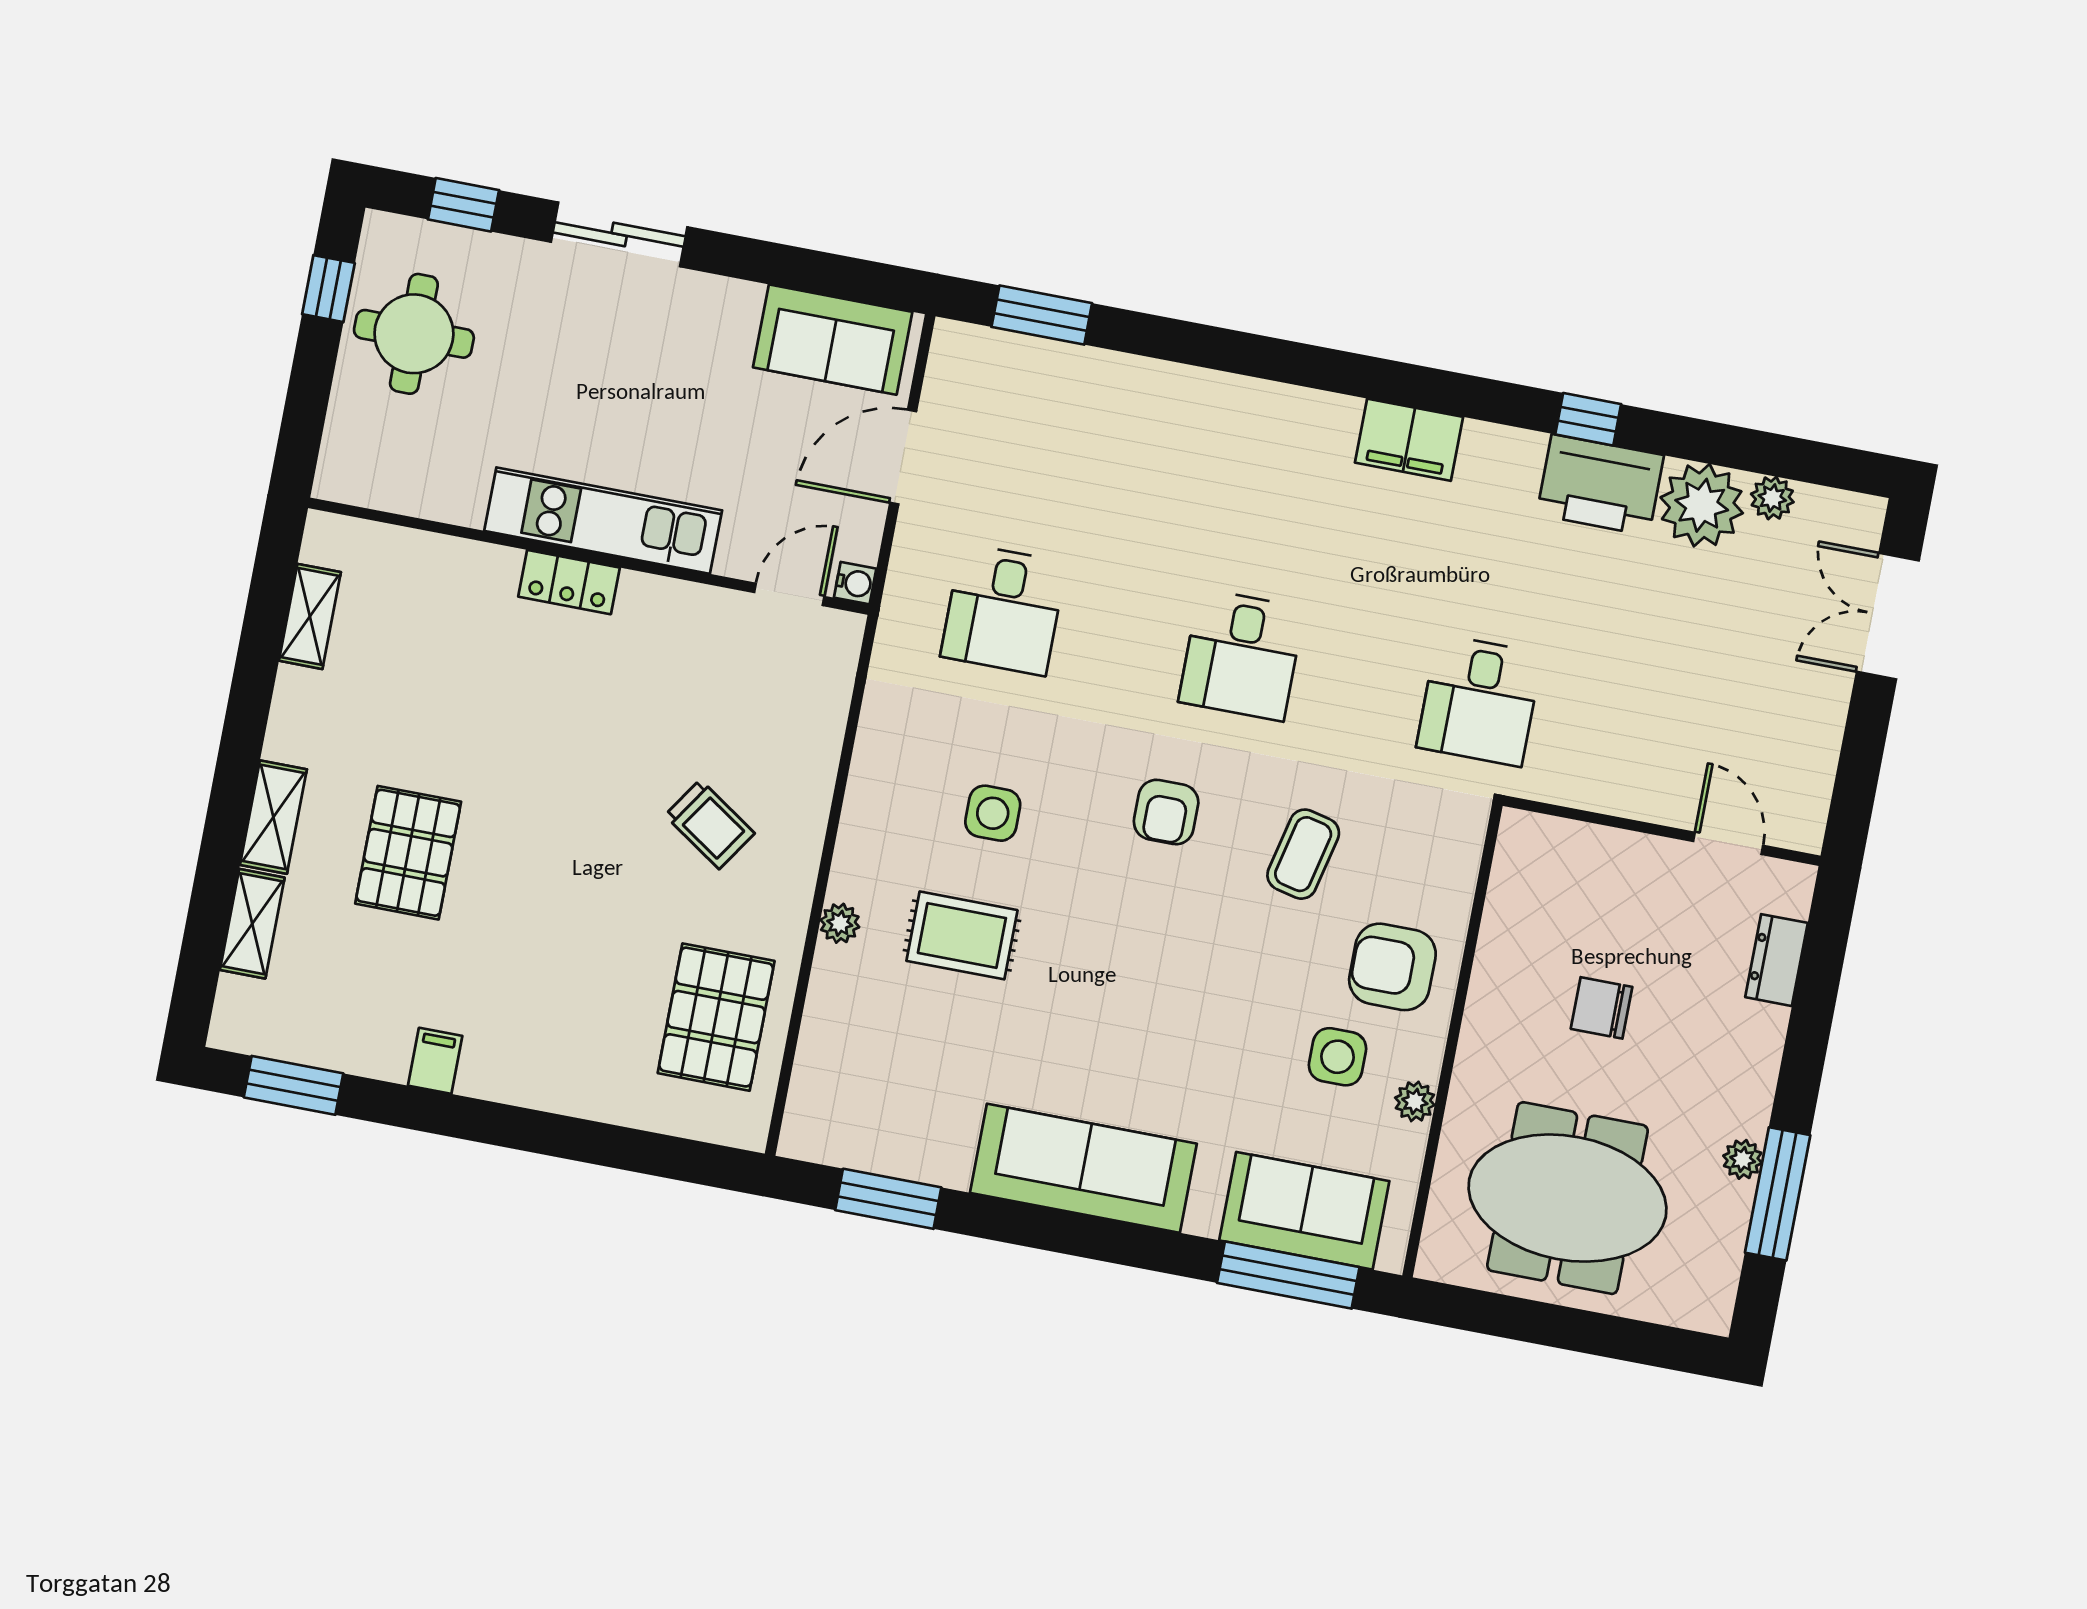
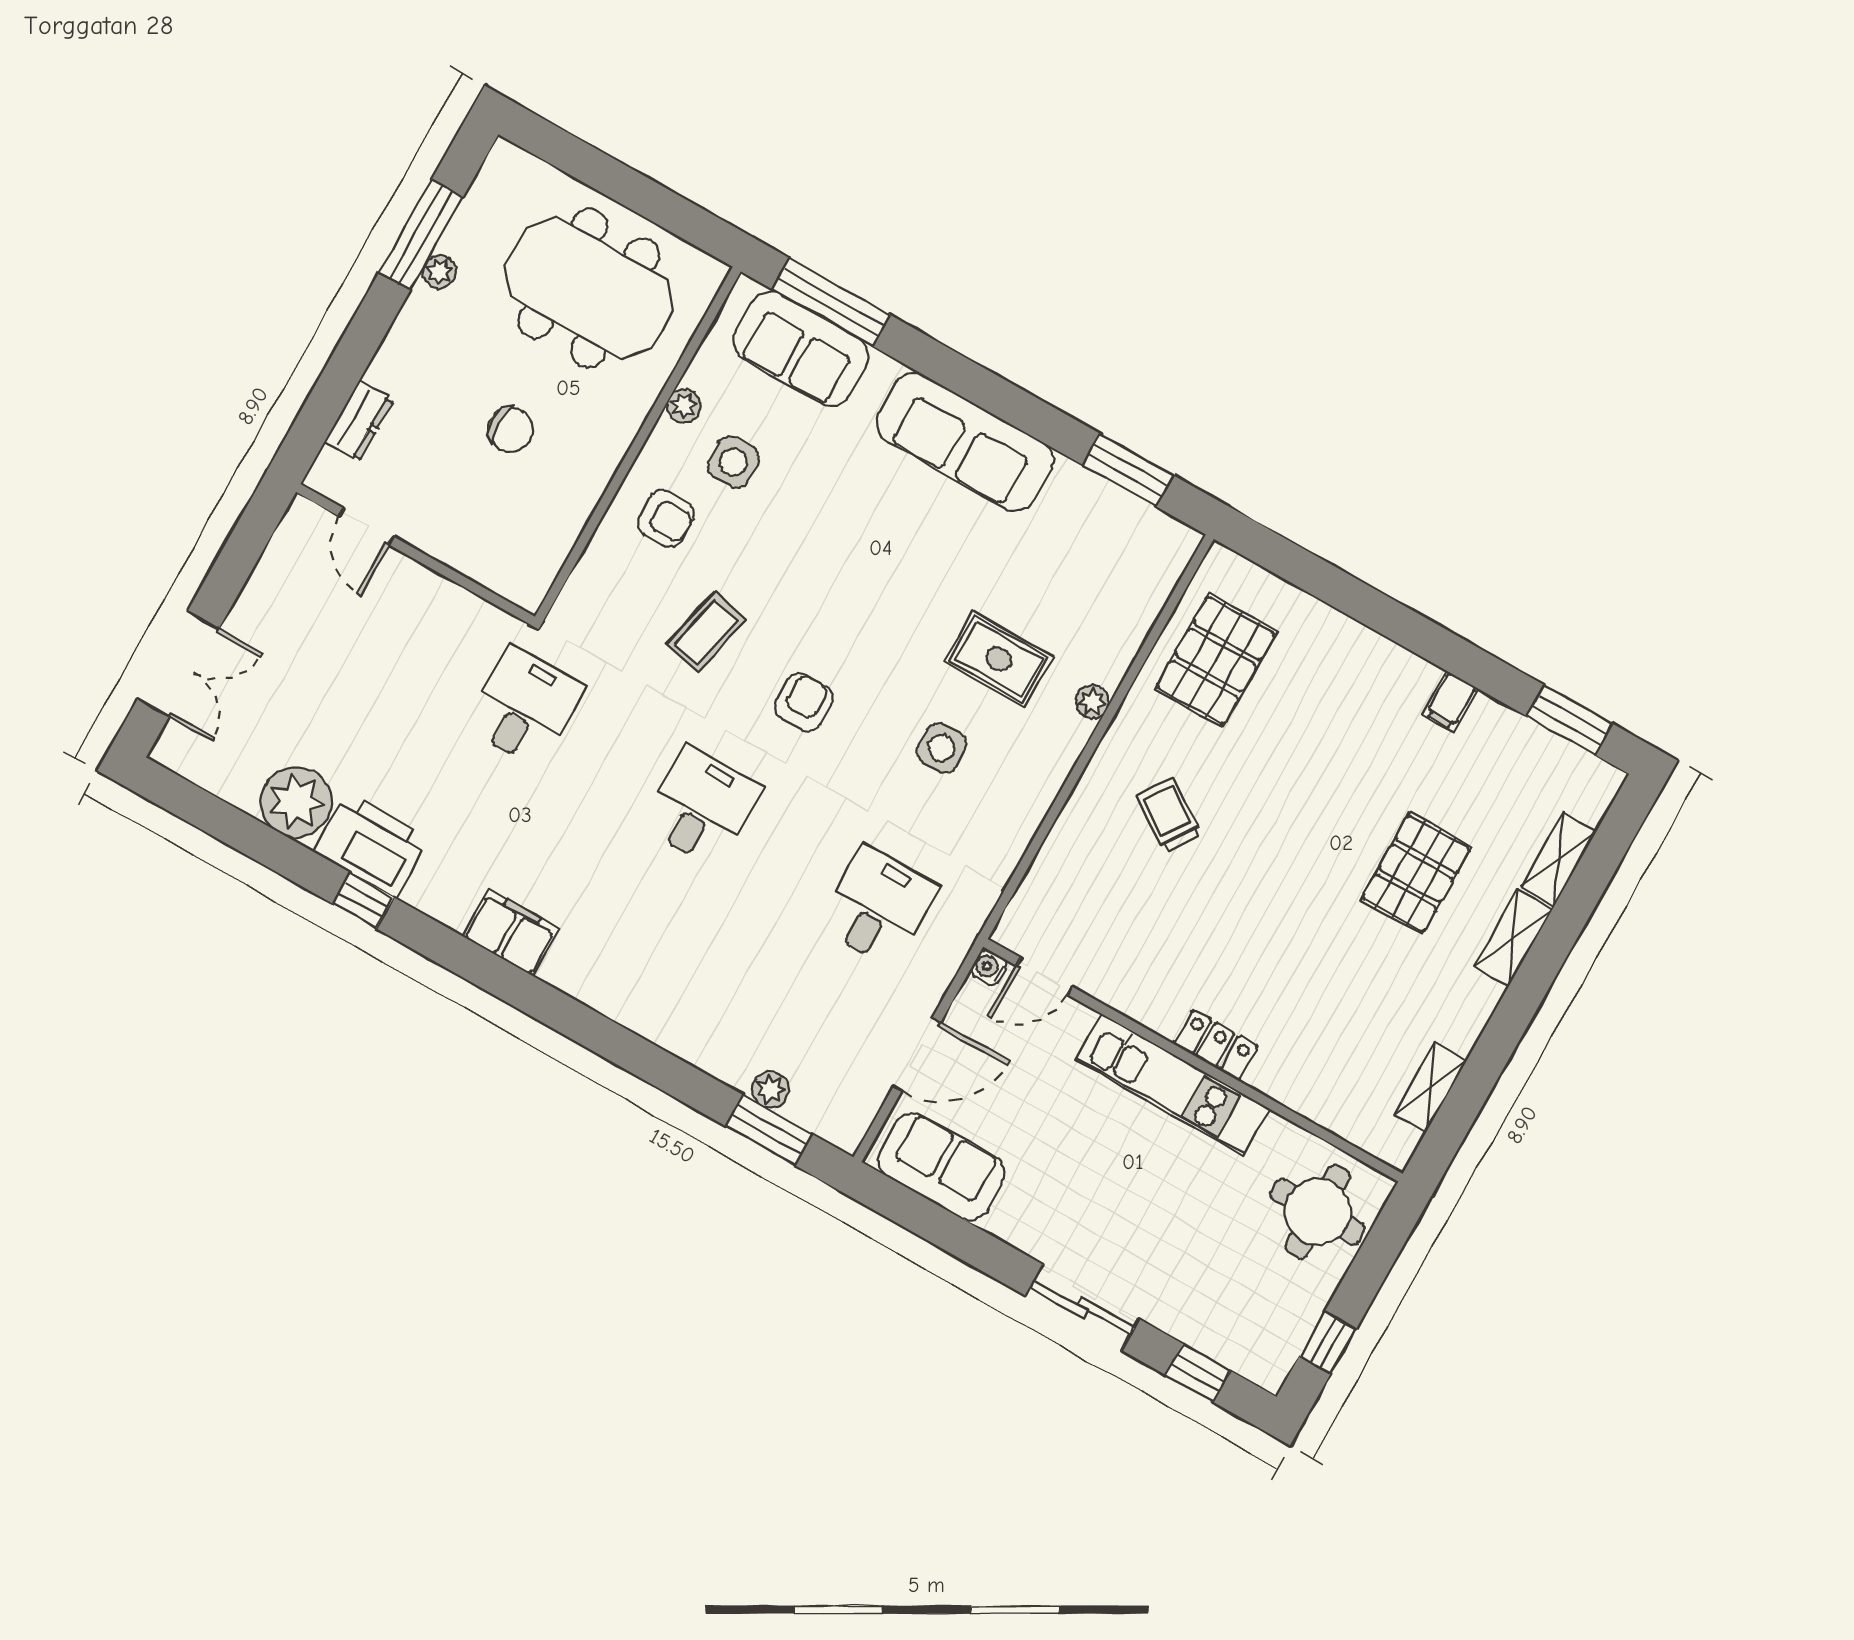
round table: (414, 334) -> (1318, 1212), moved
plant: (1772, 498) -> (770, 1090), moved
armchair: (1392, 967) -> (666, 519), width x0.72, depth x0.72

